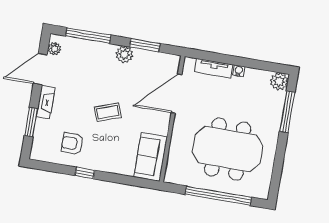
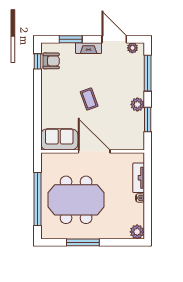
door: (176, 94) -> (94, 151), moved
window: (287, 112) -> (83, 242), moved
armchair: (72, 143) -> (51, 61), moved, turned 90
meeting table: (228, 149) -> (76, 200), turned 90
window: (85, 173) -> (37, 61), moved

